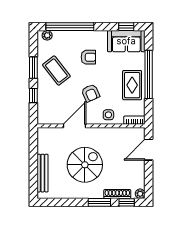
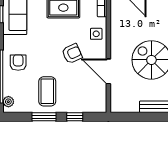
armchair: (88, 57) -> (18, 63), moved
coffee table: (56, 71) -> (47, 91), turned -52

